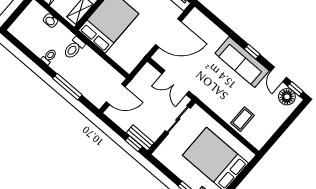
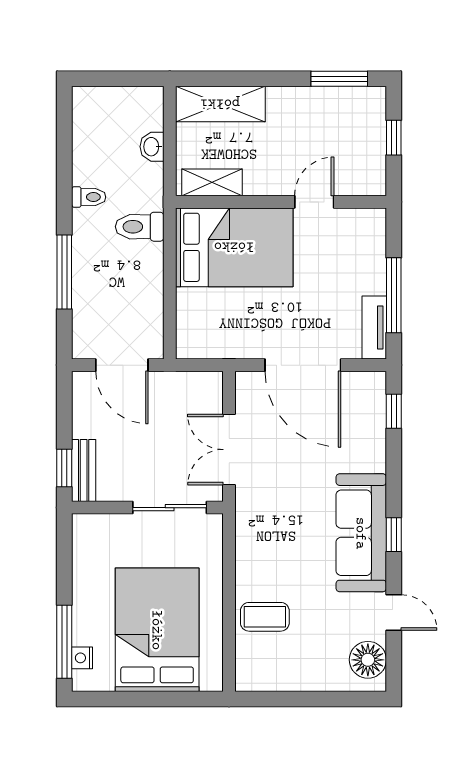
door: (278, 74) -> (394, 612), swing flipped
window: (295, 89) -> (394, 411), moved

